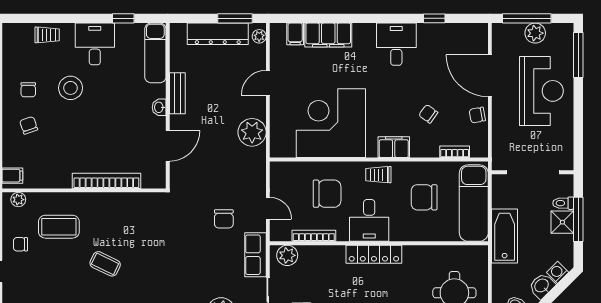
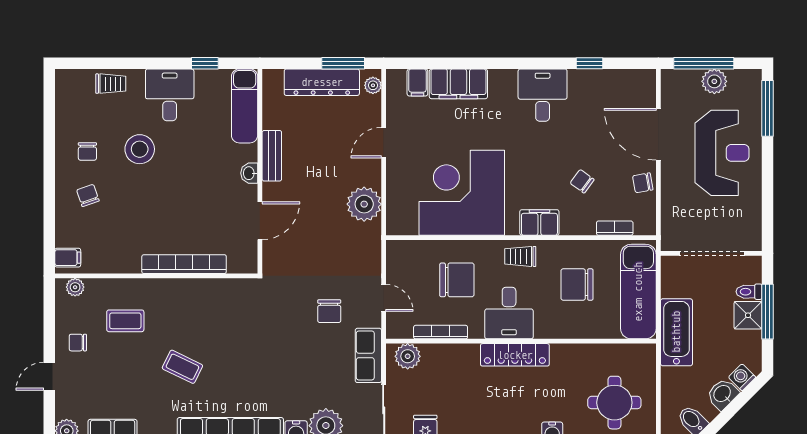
coffee table: (59, 227) -> (125, 321), width x0.73, depth x0.77

